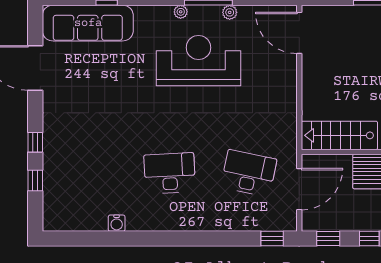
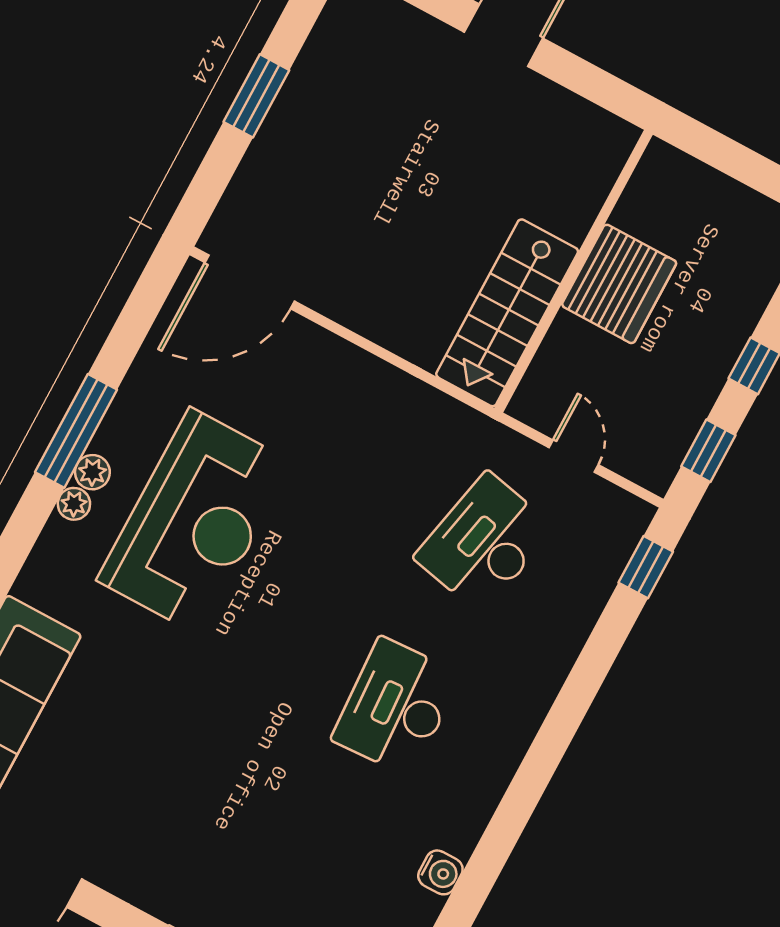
plant: (230, 12) -> (92, 472), moved
reception desk: (198, 61) -> (195, 521), turned 180
door: (299, 189) -> (574, 456), width x0.53

